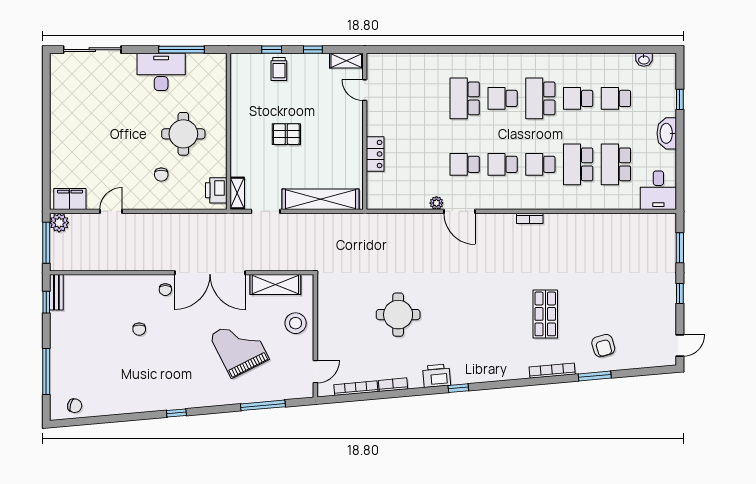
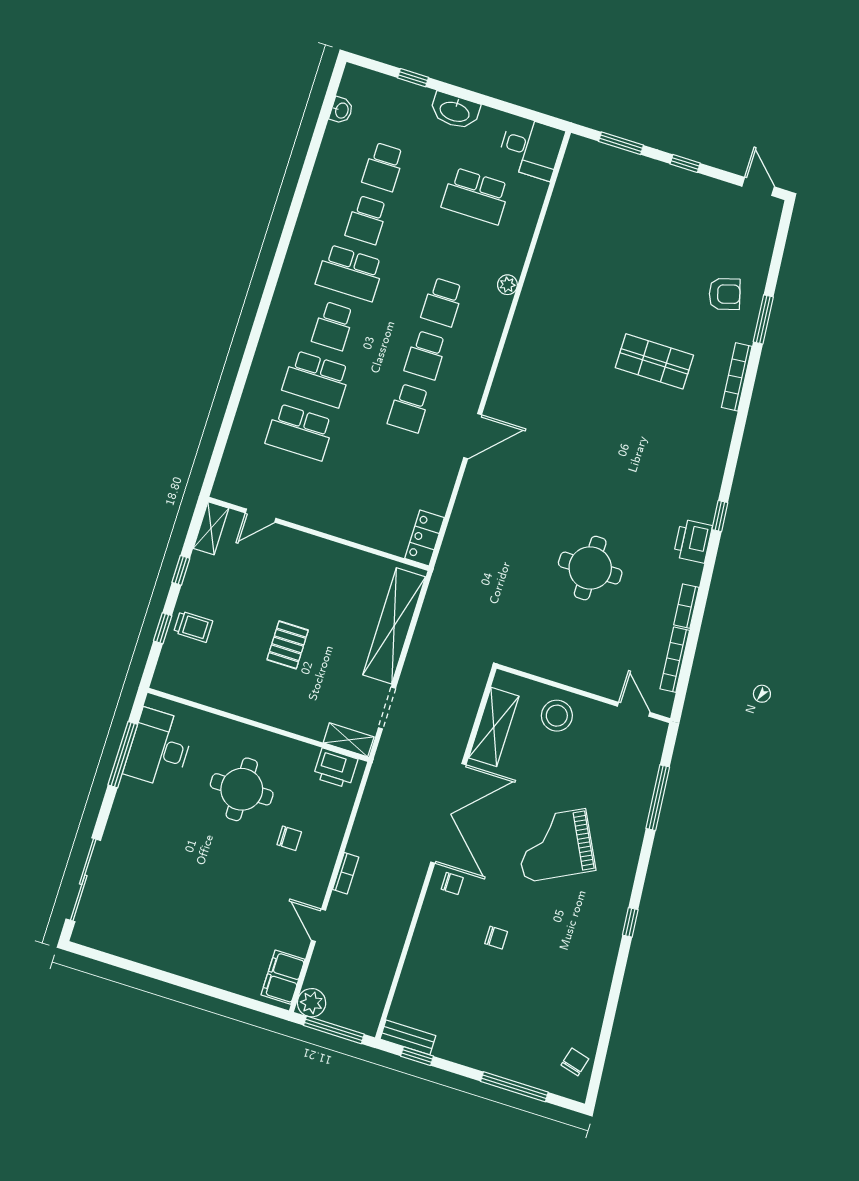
desk: (161, 72) -> (159, 748), moved
locker: (375, 154) -> (424, 538), moved, turned -90
school desk: (578, 164) -> (300, 432), moved
plant: (436, 203) -> (507, 285), moved
bookcase: (530, 218) -> (346, 873), moved
grand piano: (239, 347) -> (555, 845), moved

